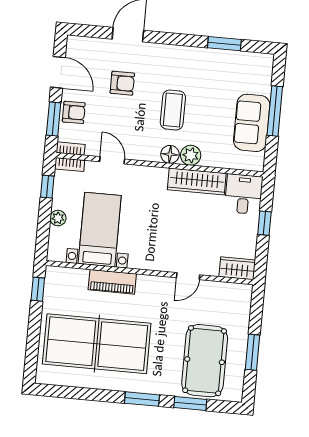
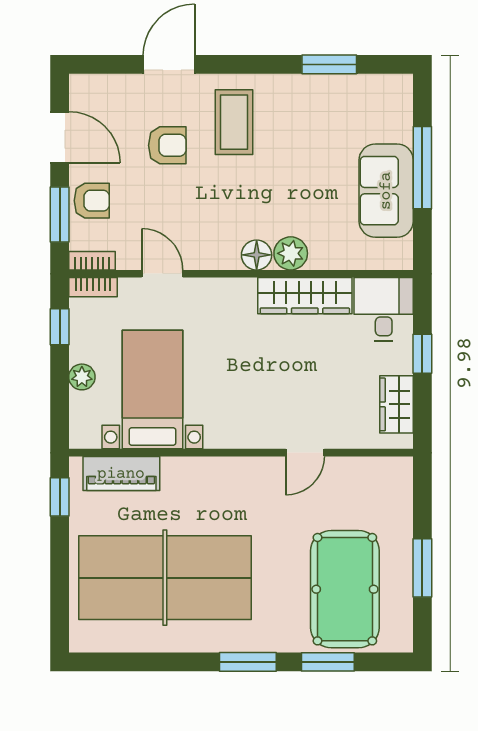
coffee table: (173, 110) -> (234, 122), moved
wardrobe: (237, 268) -> (397, 404), moved, turned -90
piano: (112, 282) -> (121, 474), moved

